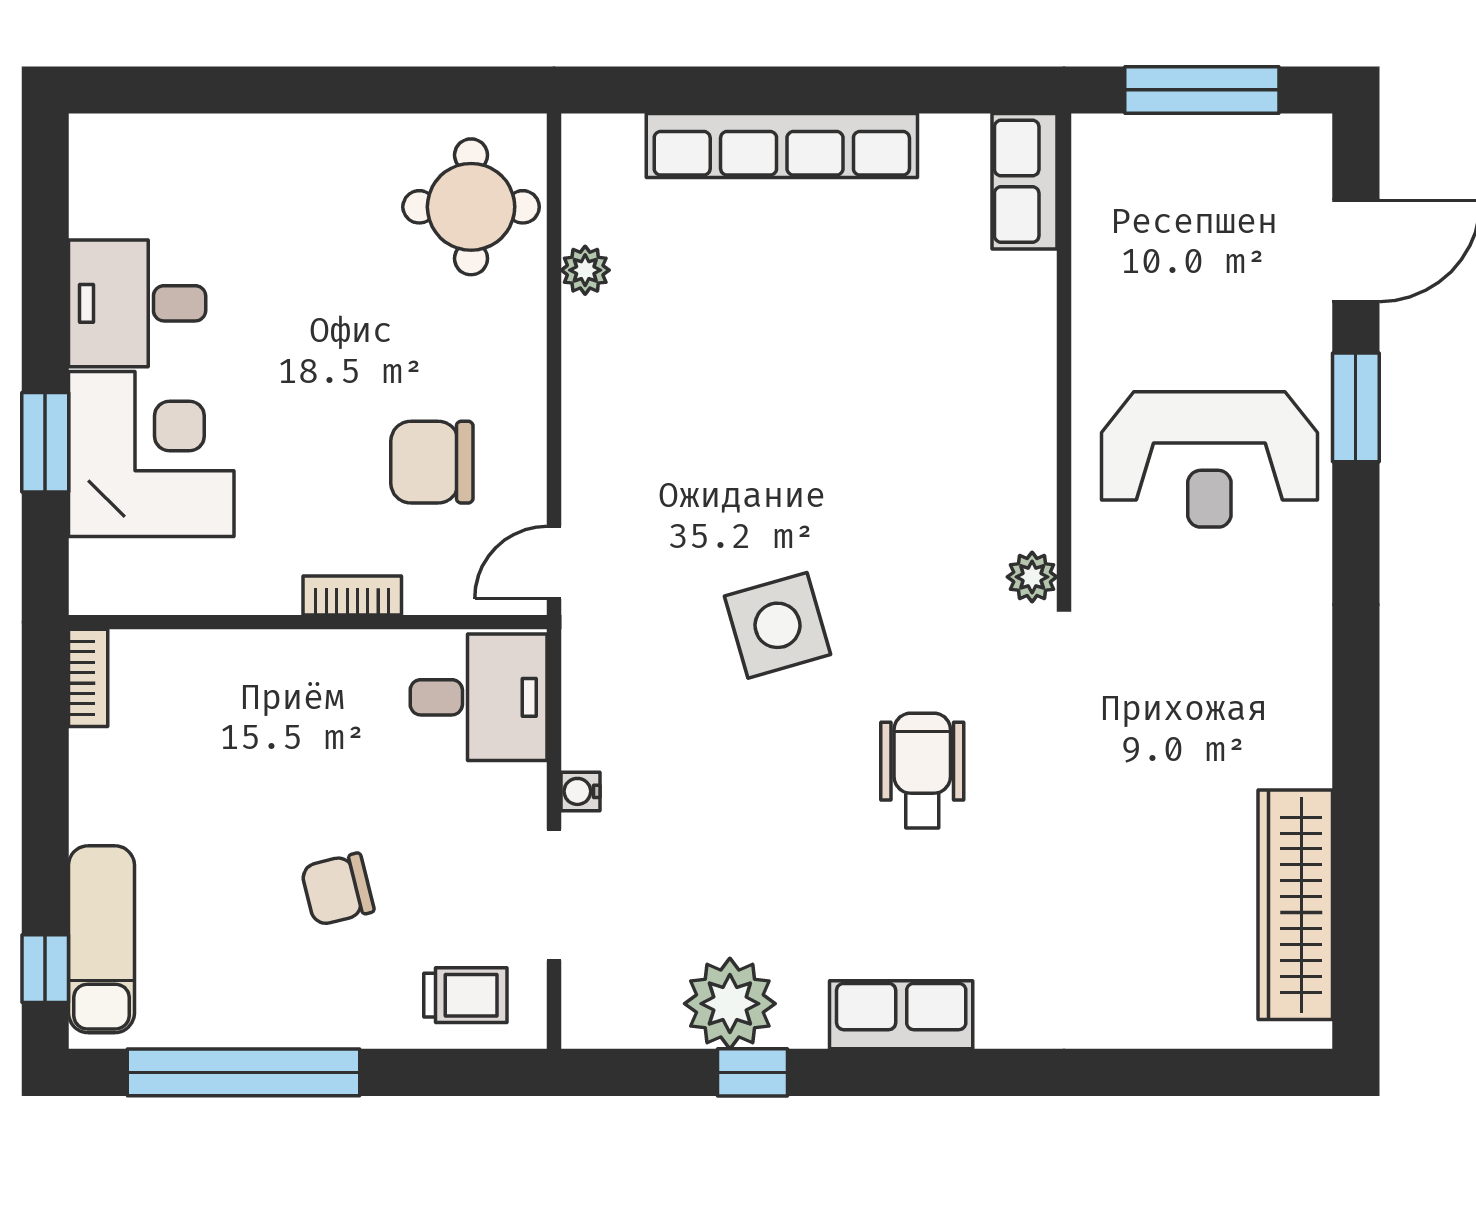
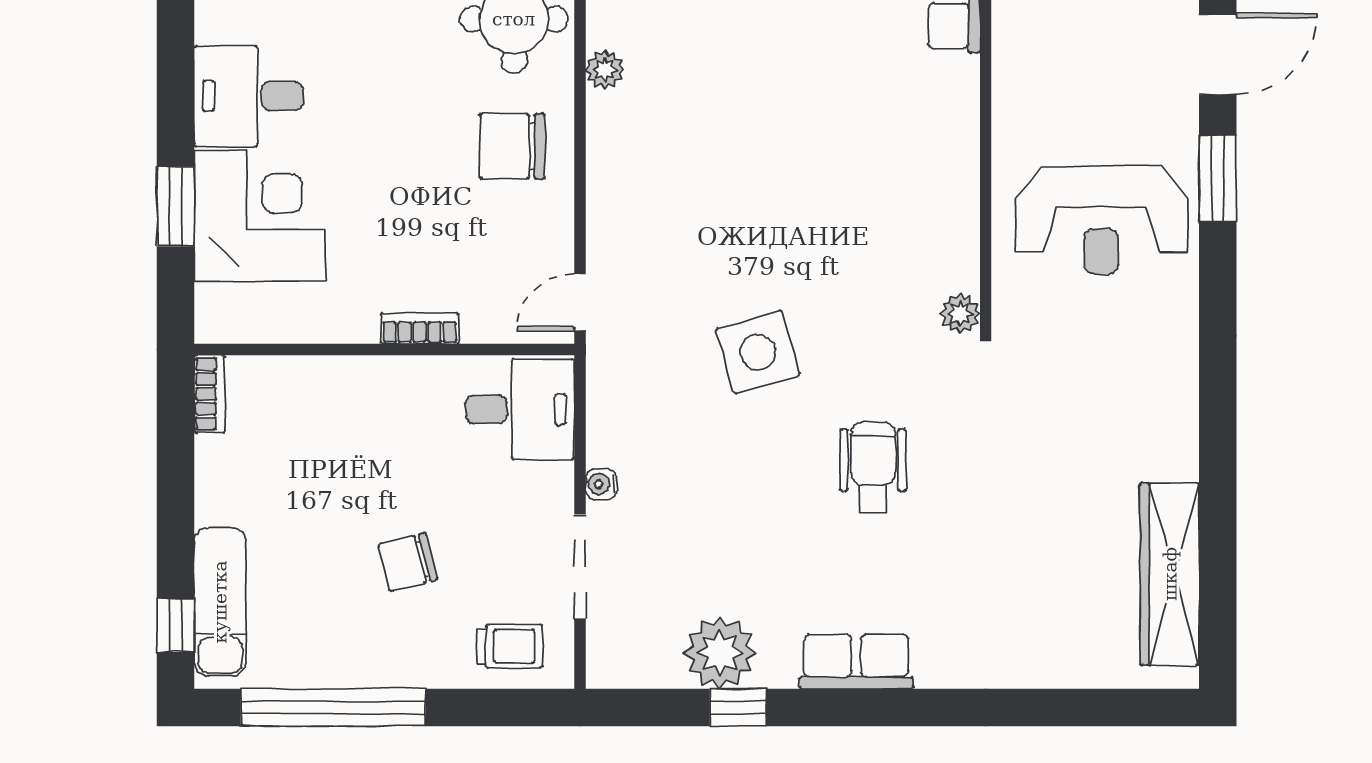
chair: (432, 462) -> (512, 146), moved

